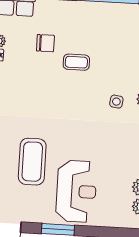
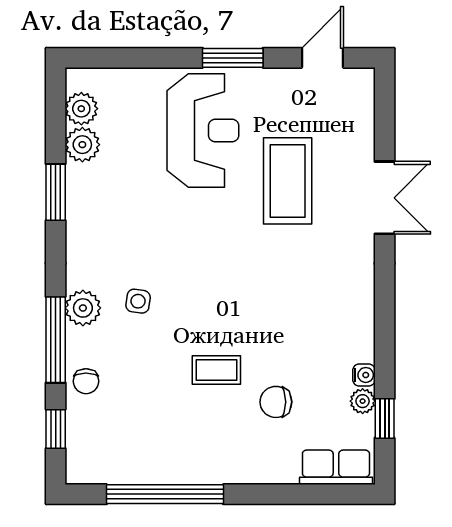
reception desk: (76, 191) -> (203, 130), turned 180

